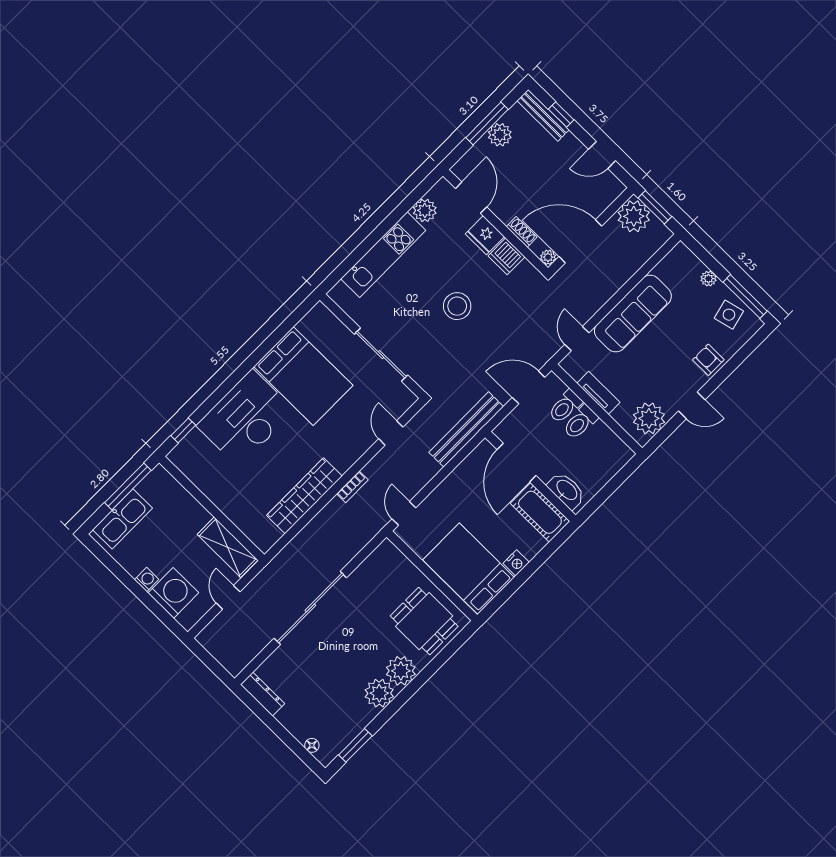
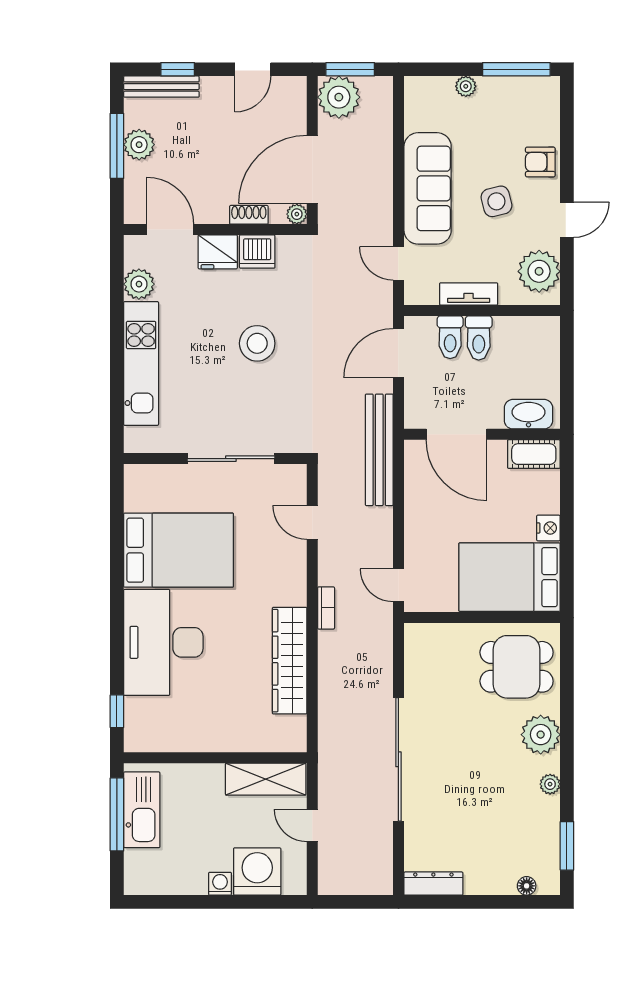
side table: (729, 315) -> (496, 201), moved
cot: (540, 512) -> (534, 454), width x0.73, depth x0.75
kitchen sink: (123, 519) -> (142, 810), moved
plant: (379, 693) -> (550, 784), width x0.53, depth x0.53

